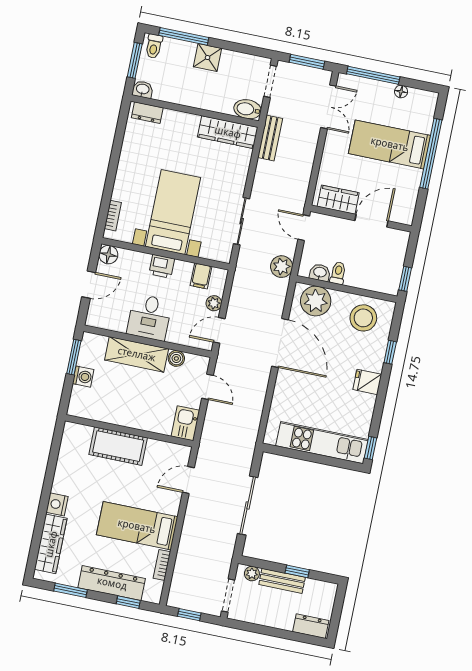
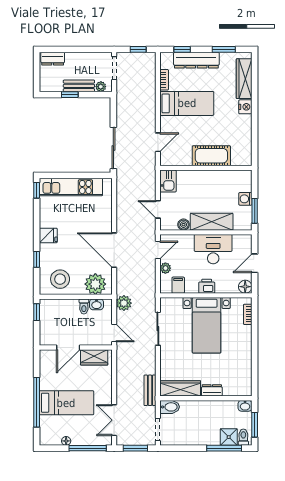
shower: (208, 58) -> (229, 437), moved
dresser: (147, 113) -> (212, 390), moved
desk: (149, 317) -> (213, 249), width x1.37
sliding door: (248, 505) -> (113, 148), moved

